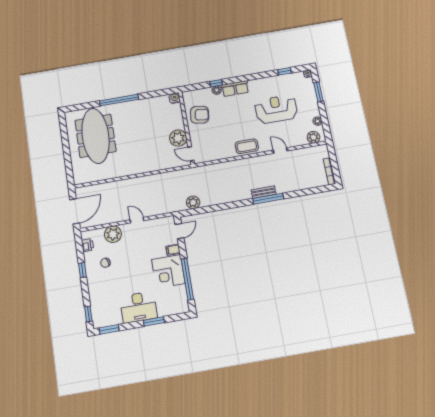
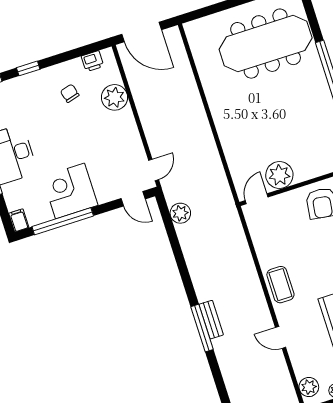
door: (280, 151) -> (281, 337), swing flipped
door: (137, 220) -> (154, 170), moved
filing cabinet: (173, 250) -> (19, 220), moved
window: (82, 270) -> (28, 68), moved

